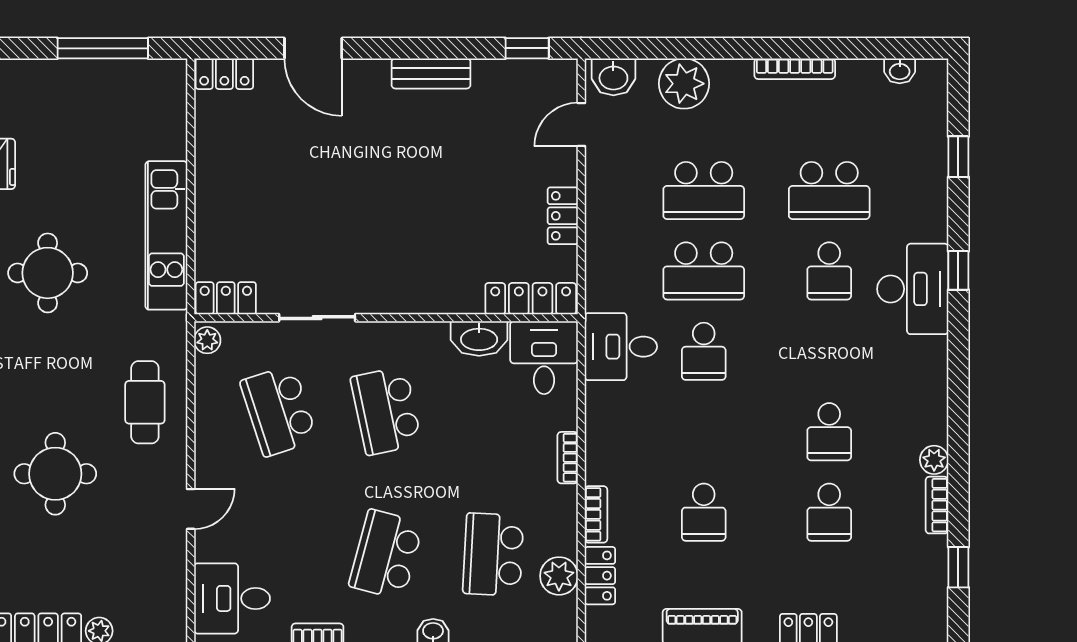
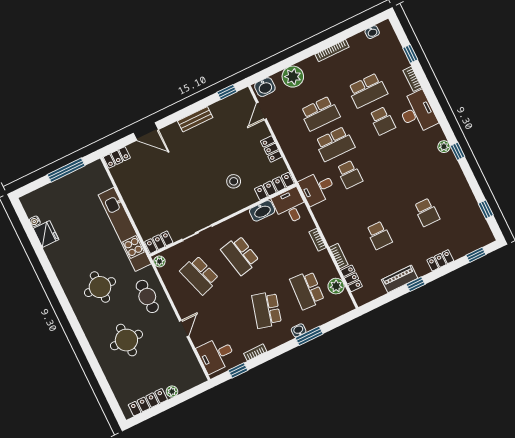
kitchen unit: (166, 235) -> (125, 229), width x1.36
stool: (449, 246) -> (234, 181), added
window: (958, 270) -> (458, 151), moved
round table: (48, 273) -> (100, 287), moved
school desk: (829, 432) -> (412, 182), removed
plant: (934, 460) -> (444, 147), moved
bookcase: (937, 505) -> (412, 79), moved

